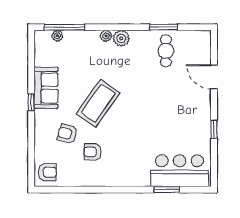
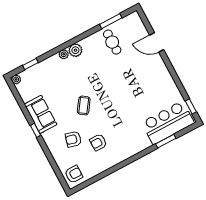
window: (64, 27) -> (30, 64), width x0.46
window: (163, 27) -> (111, 21), moved
plant: (57, 36) -> (16, 79), moved
coffee table: (98, 103) -> (84, 105), width x0.54, depth x0.58
window: (214, 129) -> (191, 106), moved

